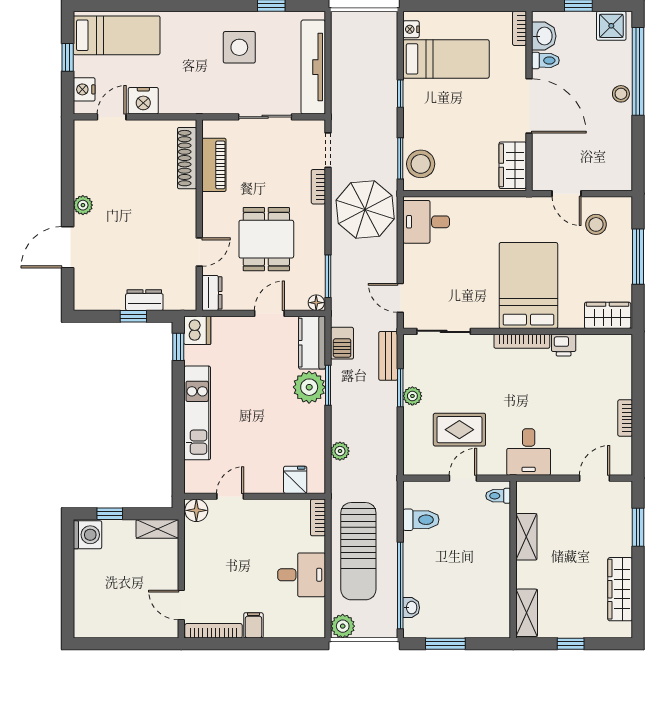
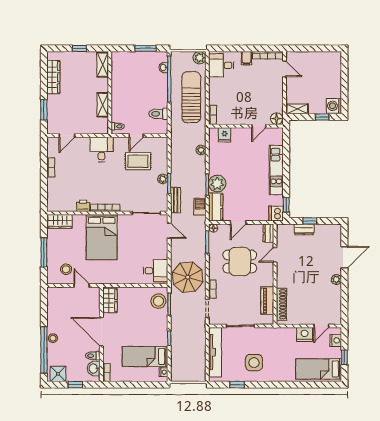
dining table: (266, 239) -> (240, 262), turned 90
desk: (302, 575) -> (221, 65), moved

